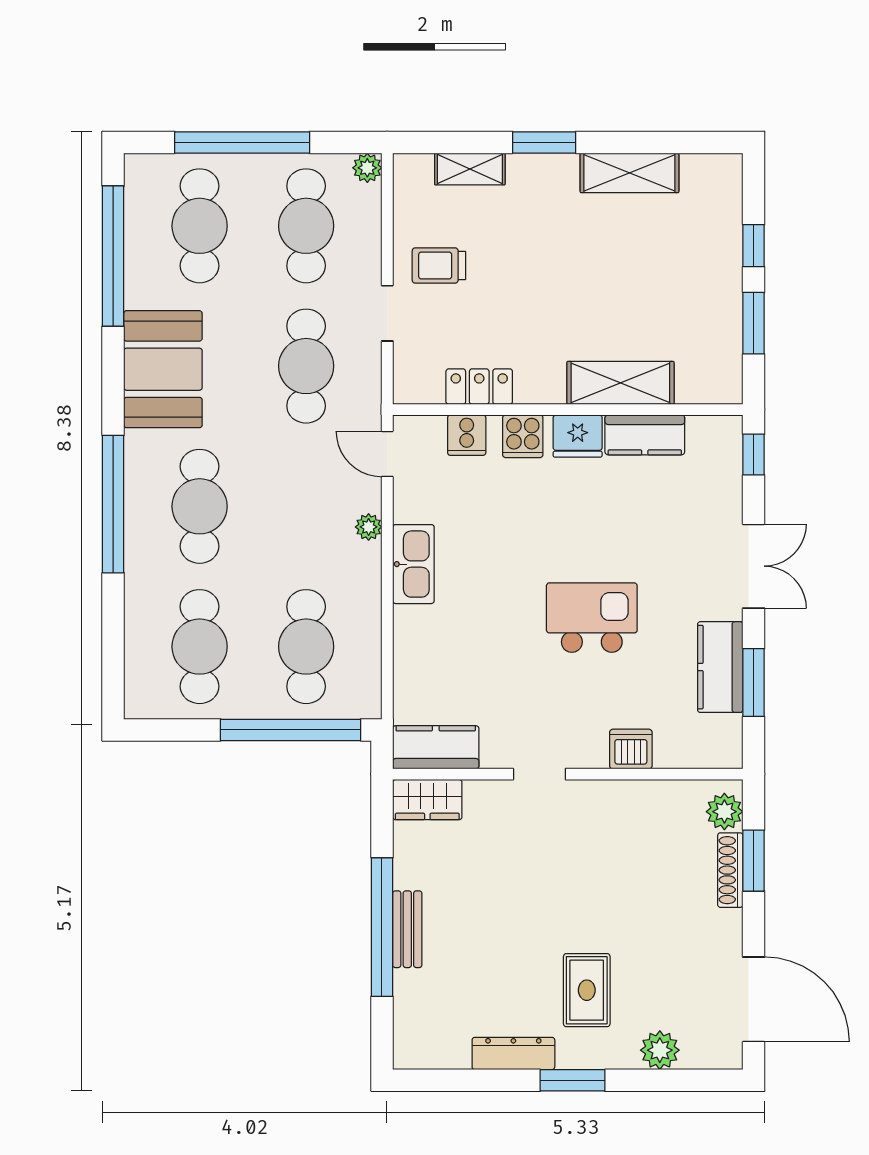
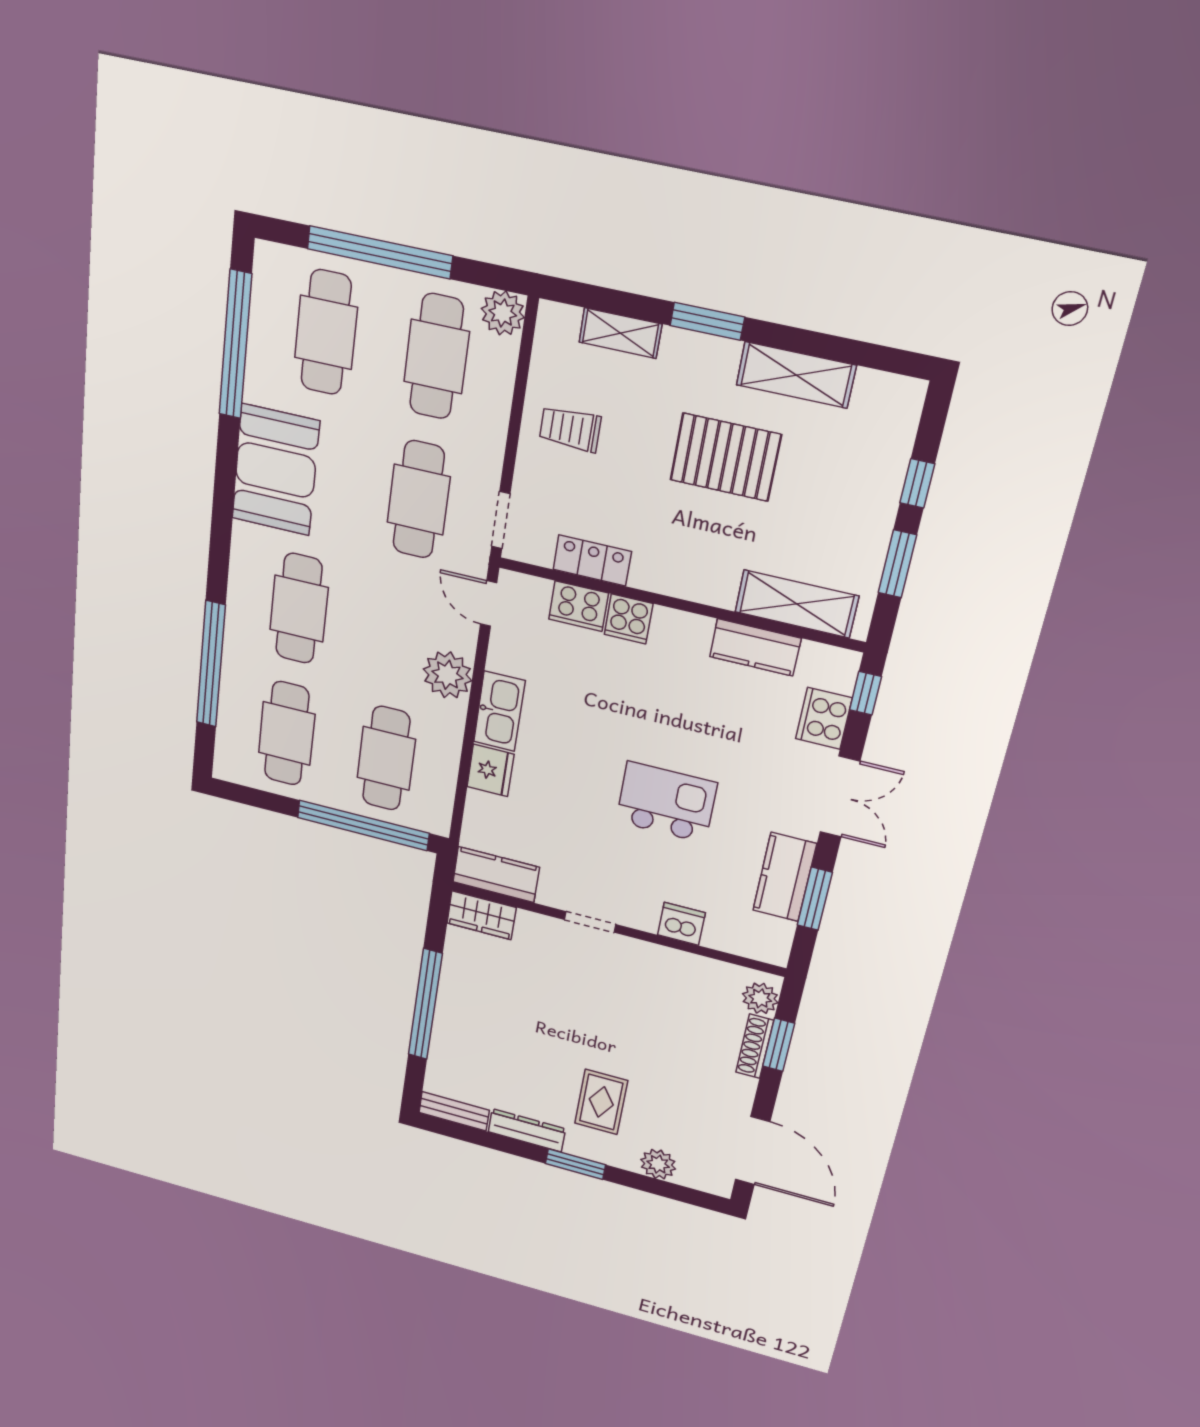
plant: (367, 168) -> (503, 313), width x1.38, depth x1.38
pallet: (583, 260) -> (725, 457), added
doorway: (387, 313) -> (501, 520), moved
shelving: (620, 383) -> (797, 604), moved
cooker: (467, 435) -> (579, 606), width x1.36
fridge: (578, 436) -> (490, 770), moved, turned -90
cooker: (722, 490) -> (824, 718), added
window: (113, 504) -> (211, 664), moved
plant: (369, 527) -> (447, 675), width x1.88, depth x1.88
bench: (407, 929) -> (454, 1111), moved, turned 90

